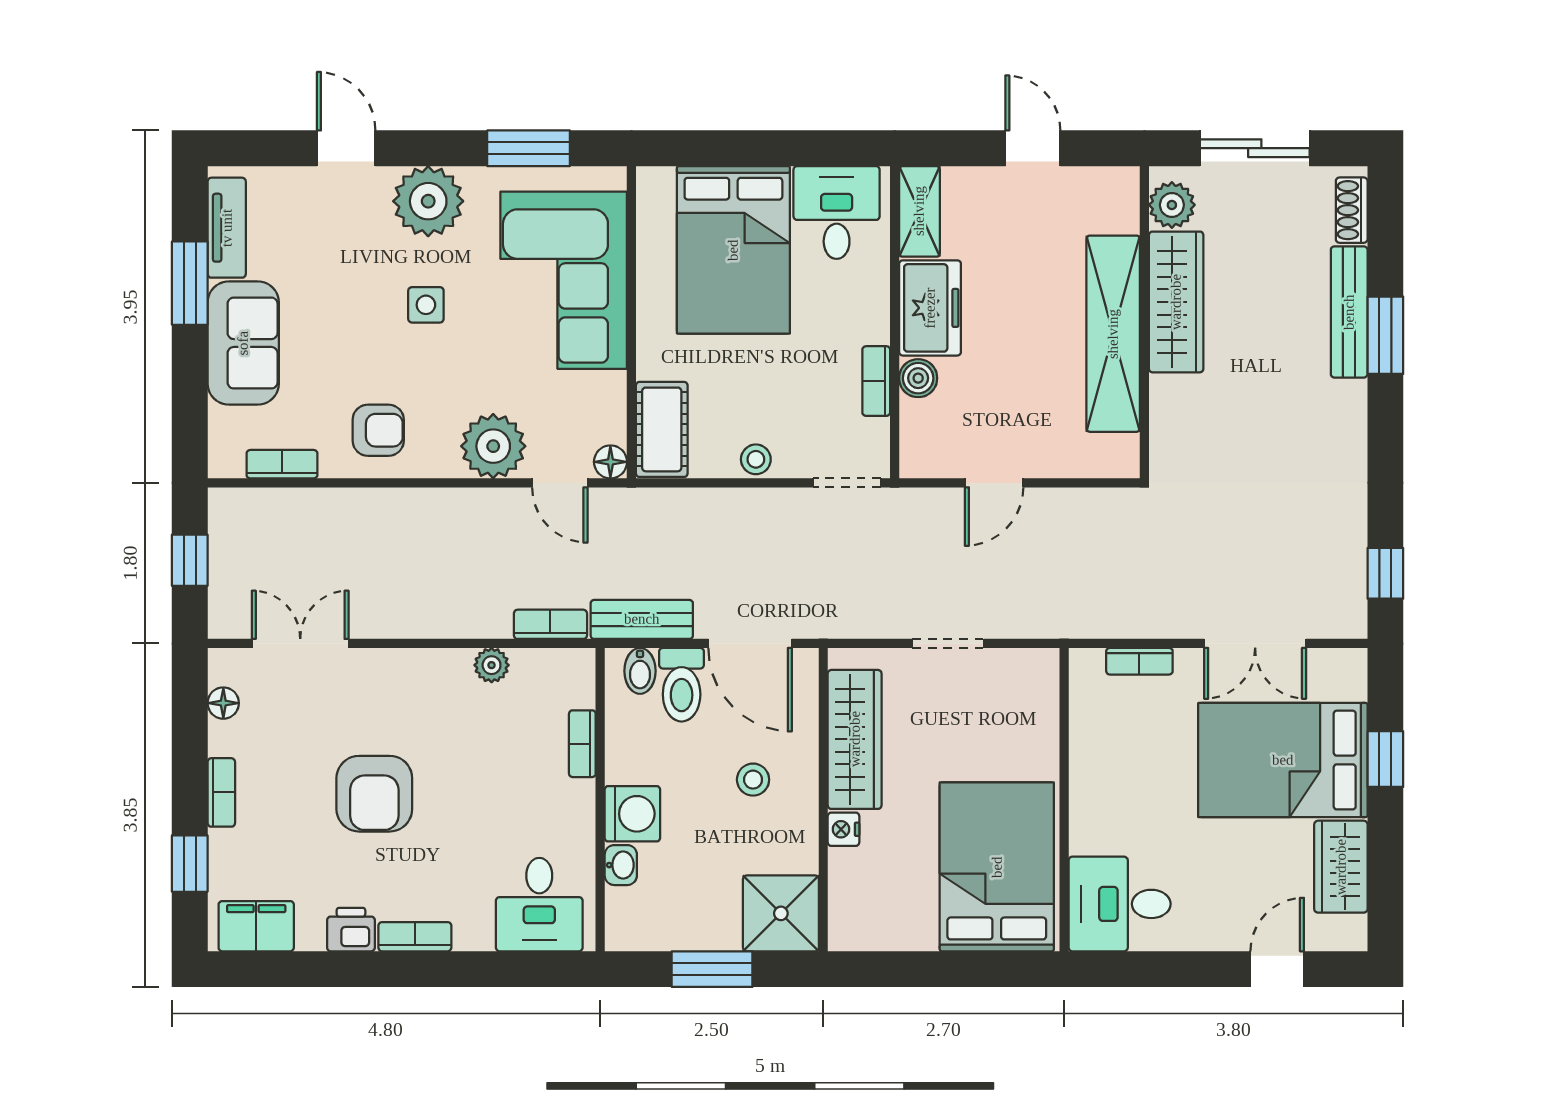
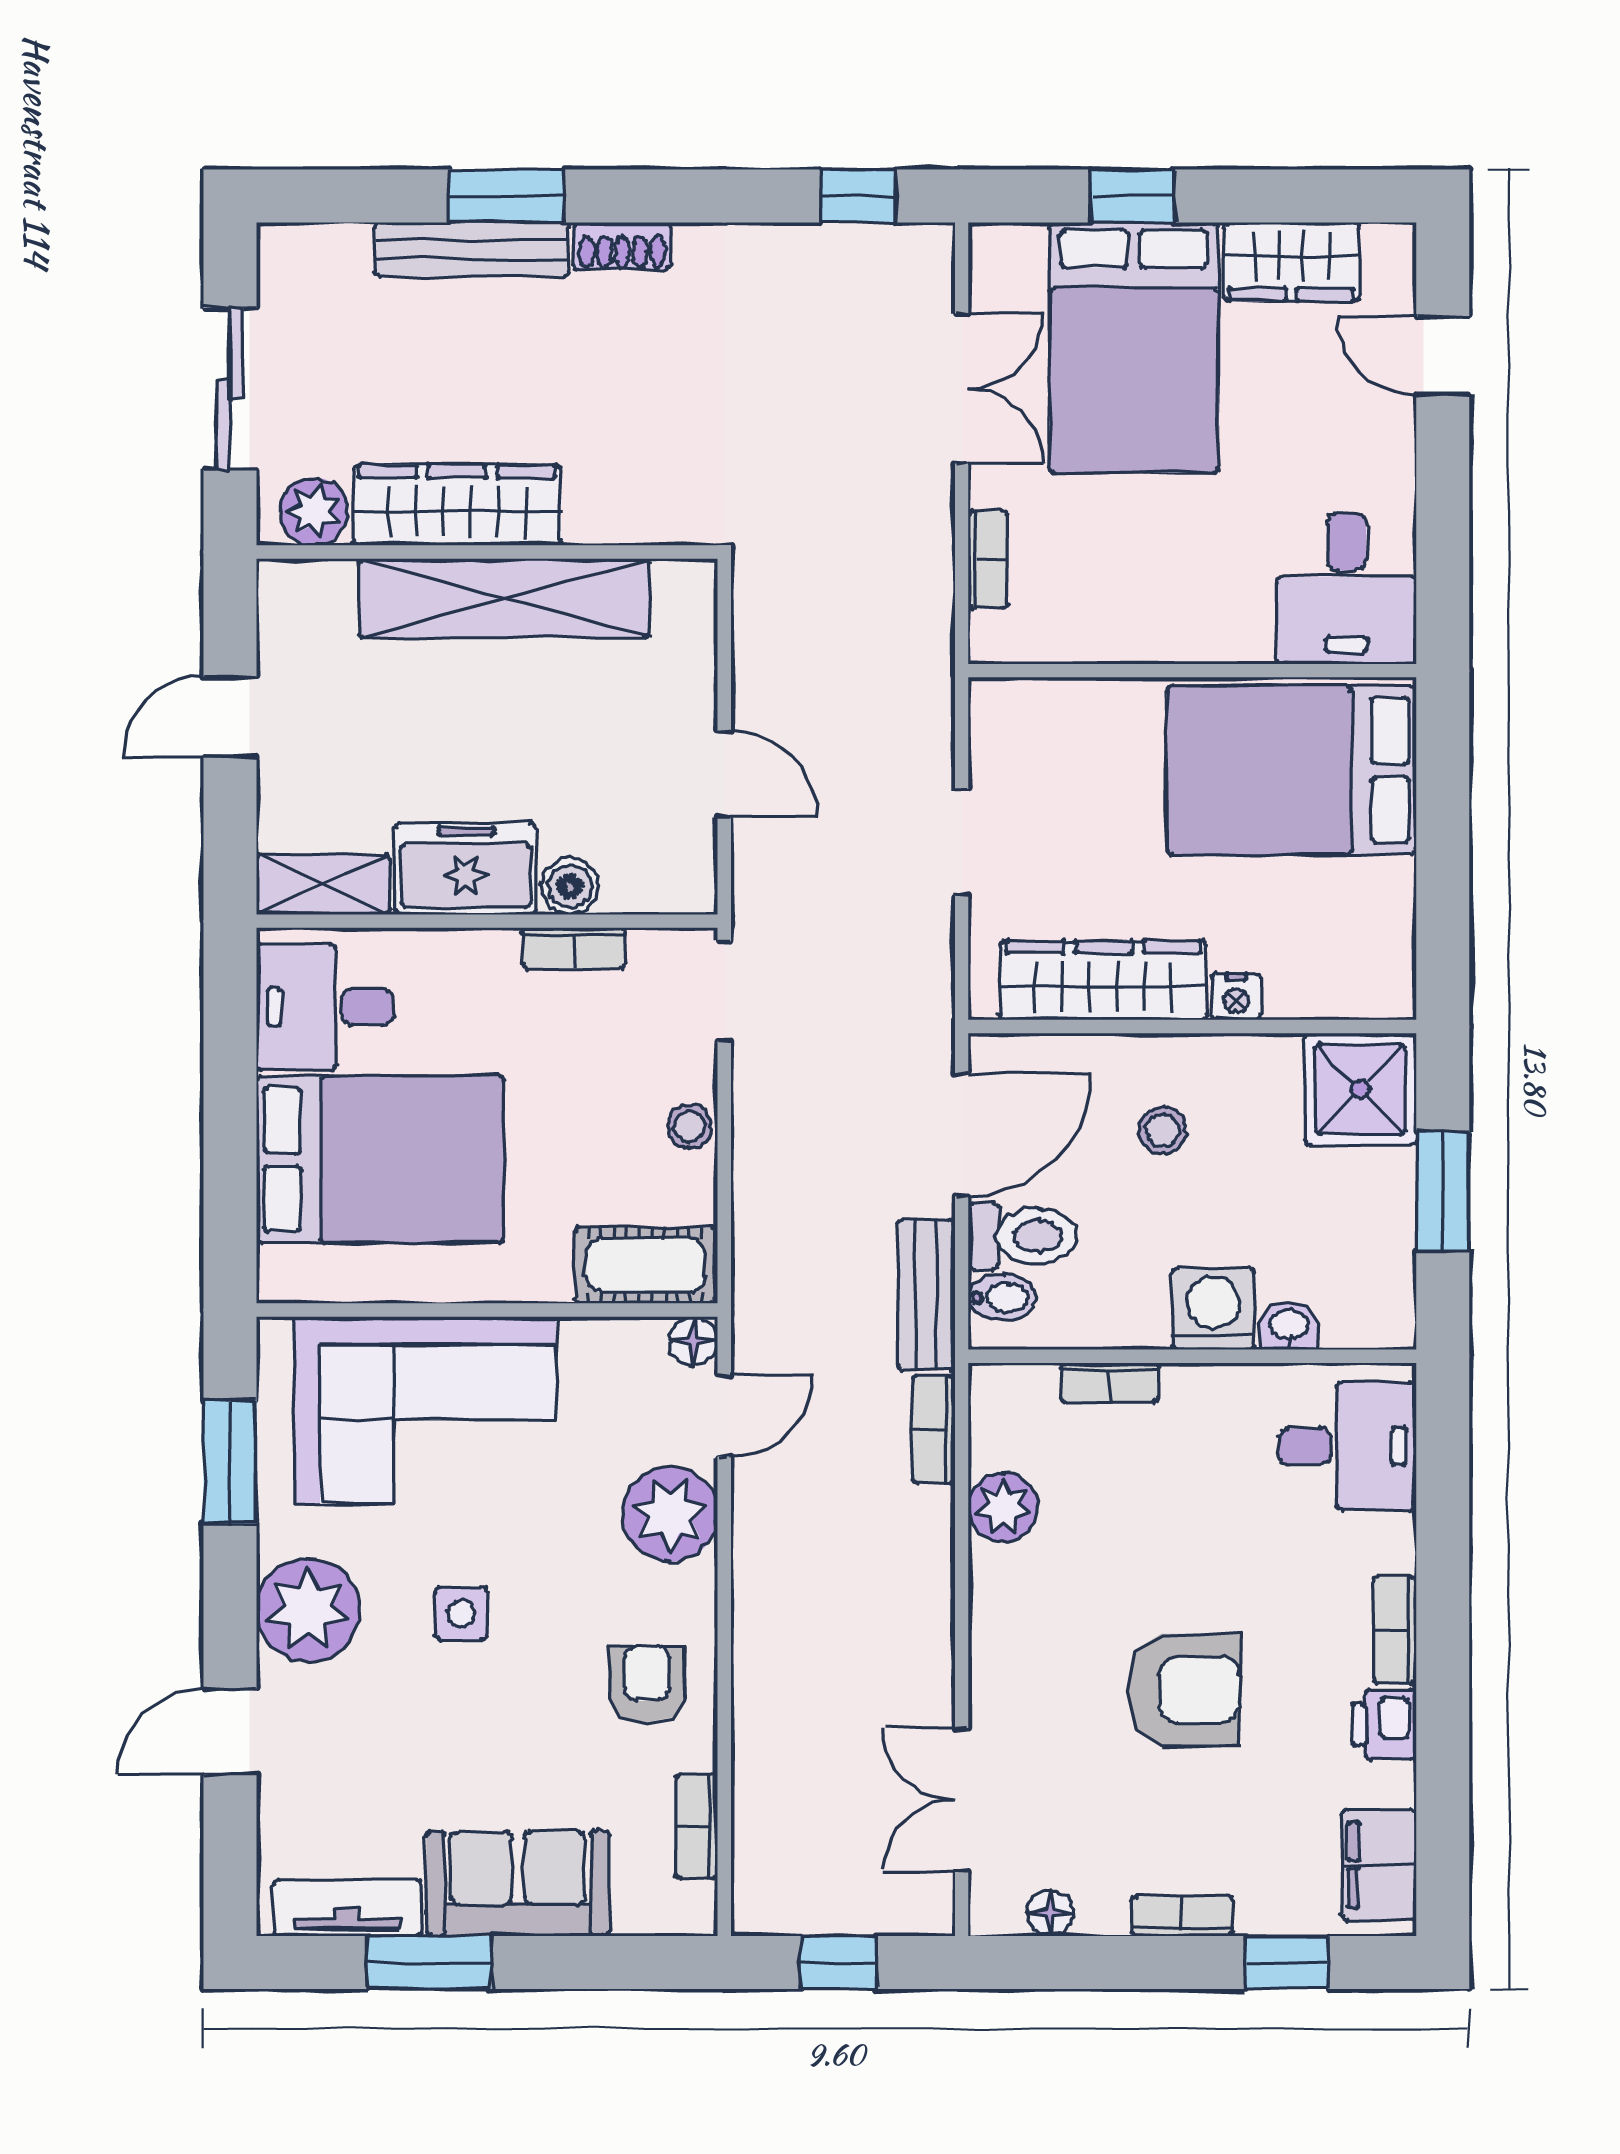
shoe rack: (1352, 210) -> (622, 246), moved
plant: (492, 665) -> (1003, 1507), width x1.38, depth x1.38

